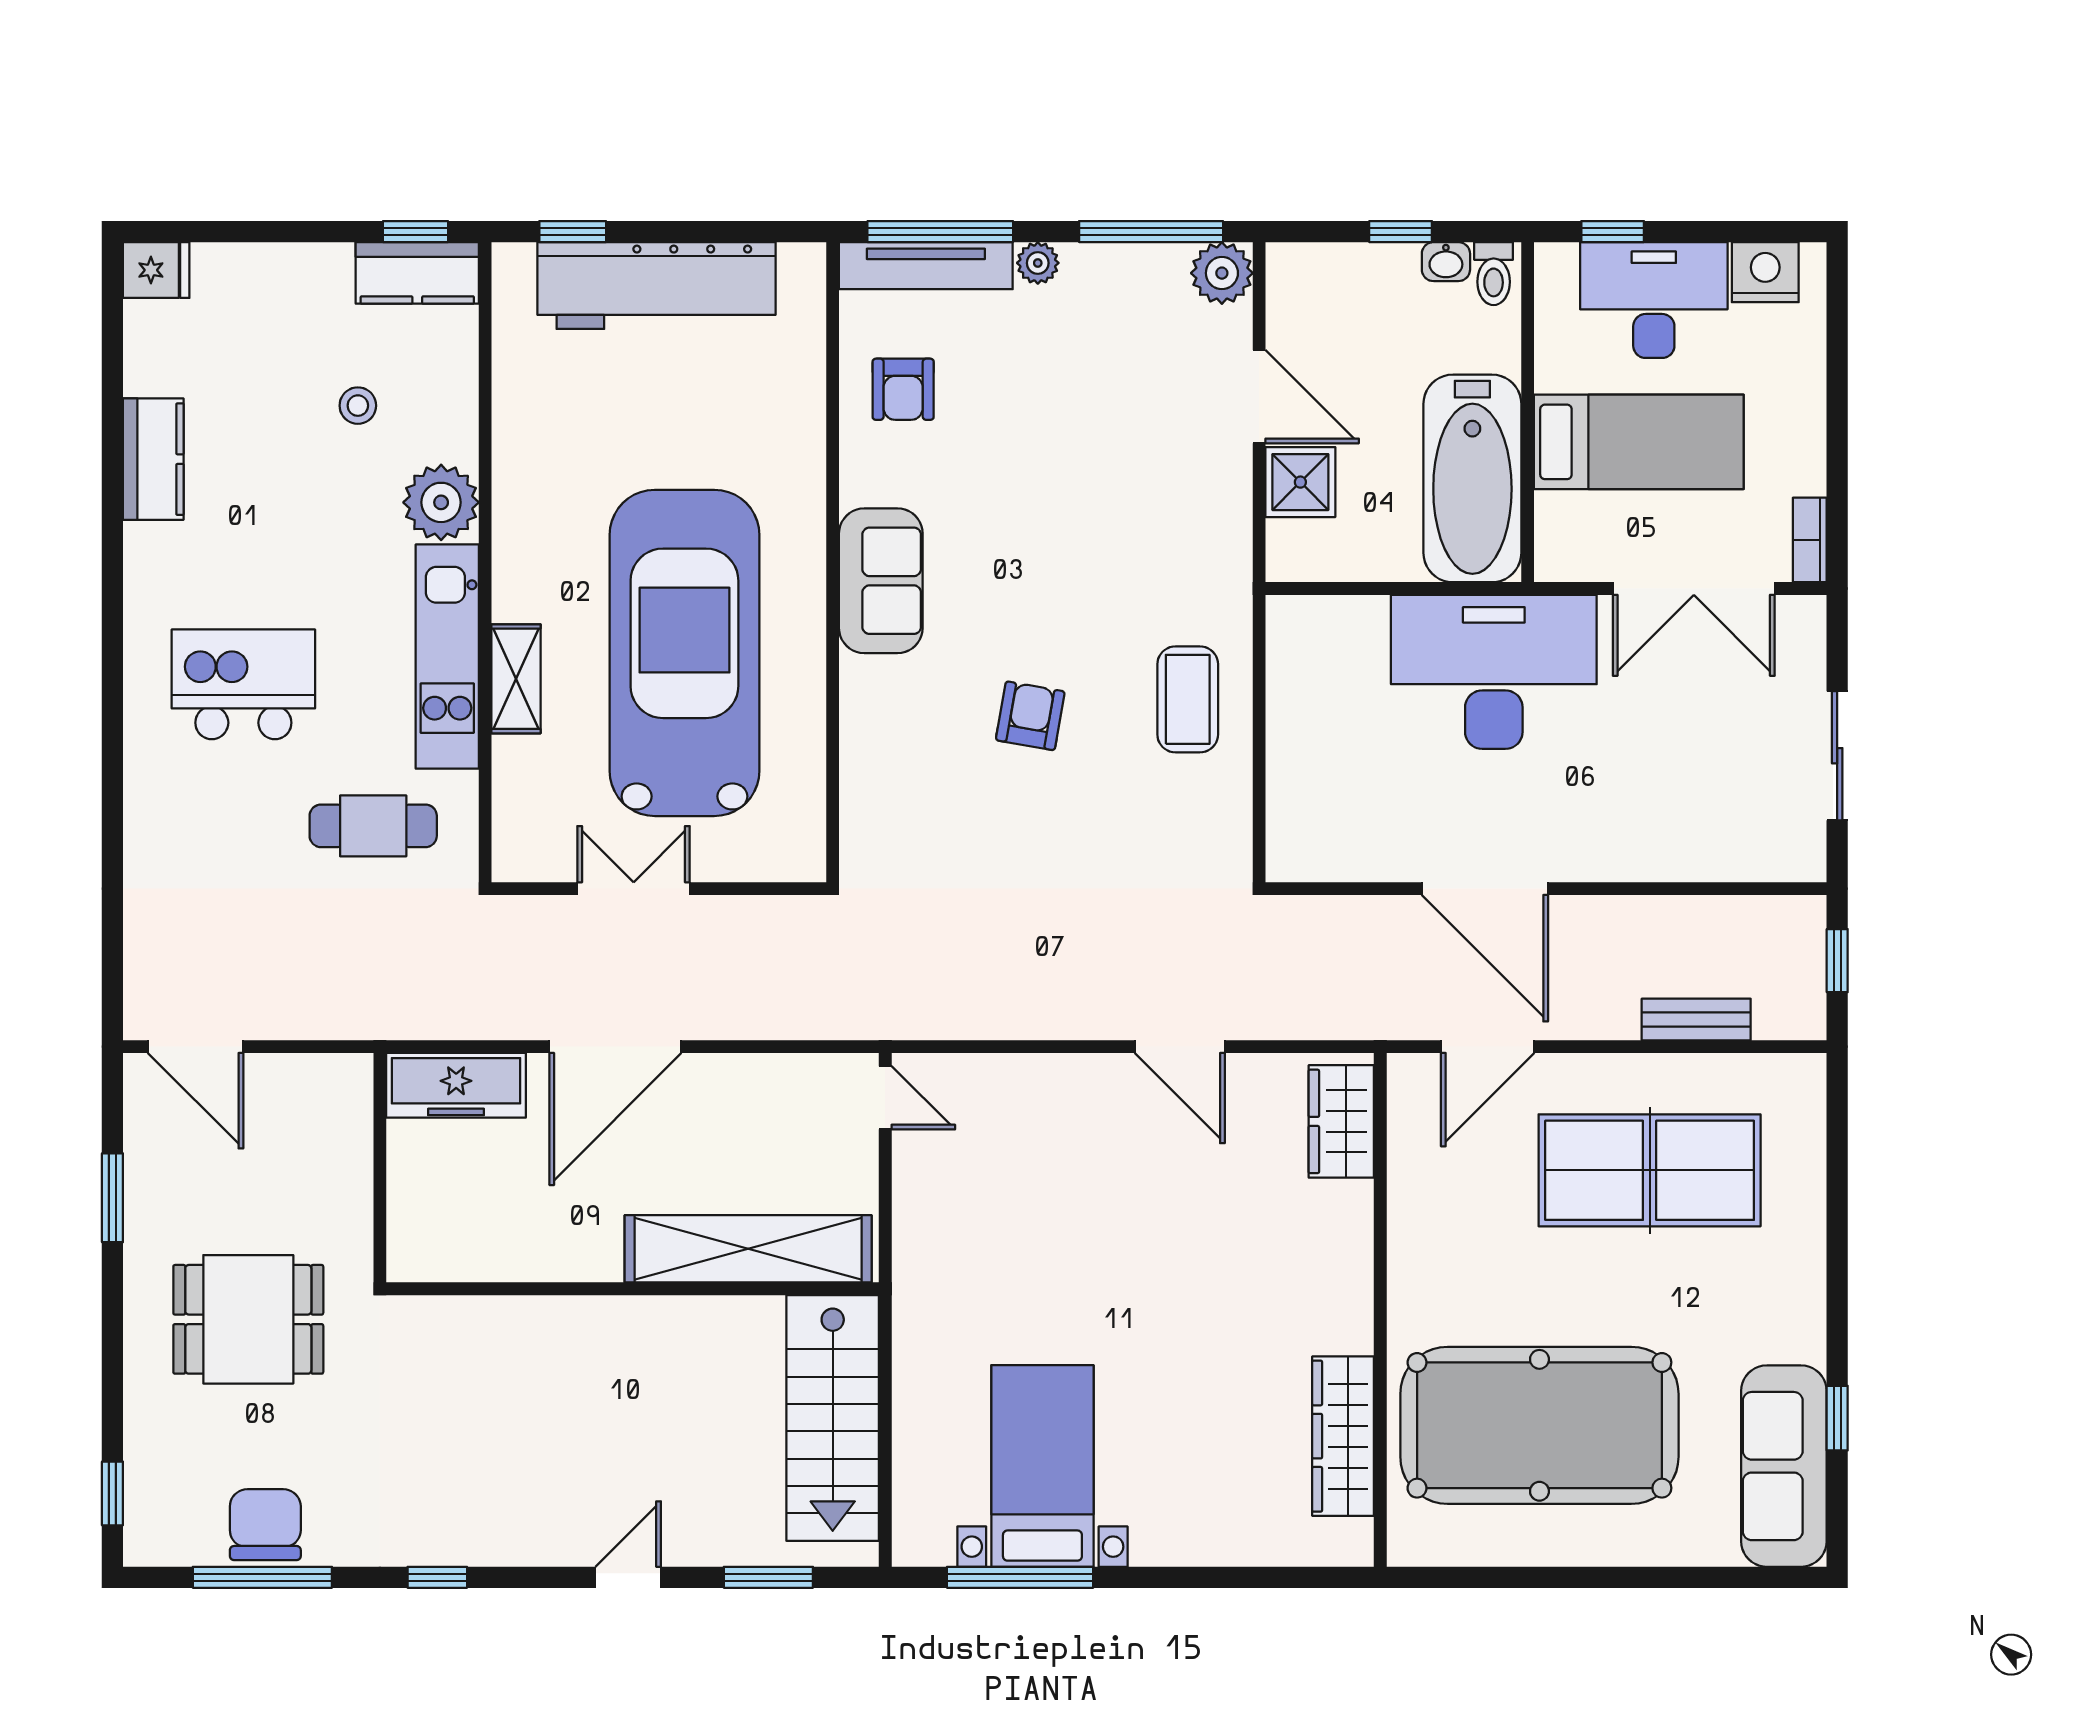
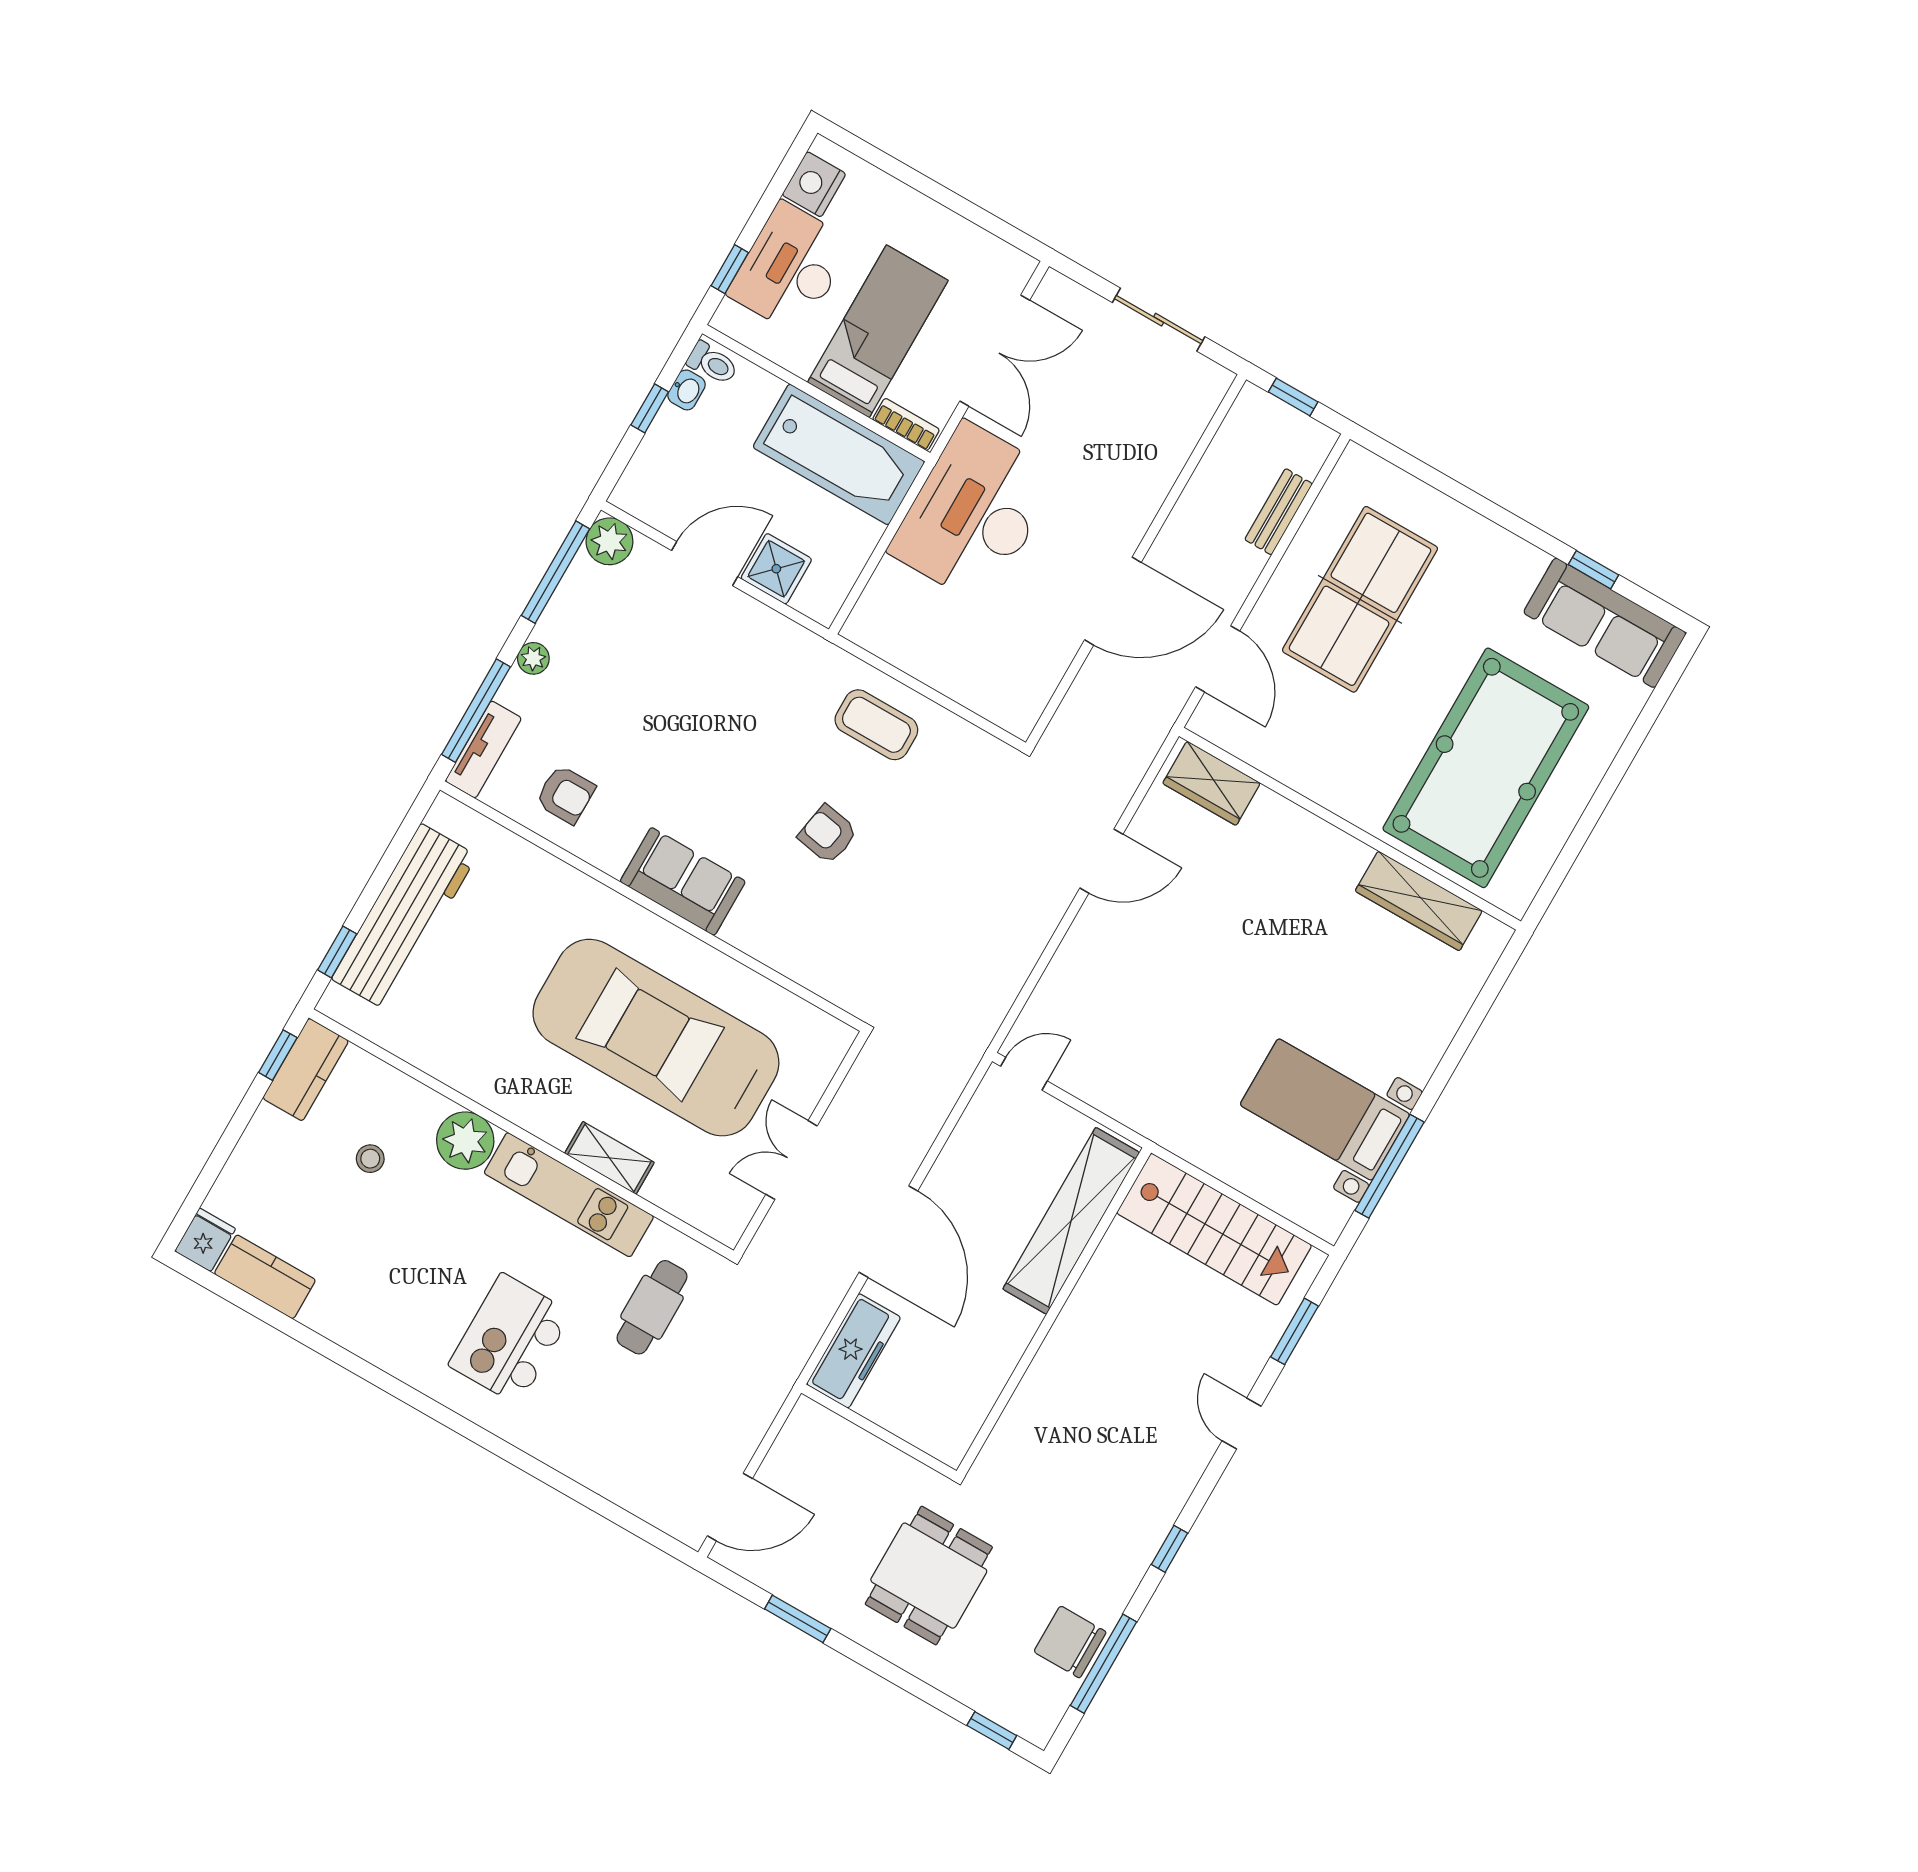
tv unit: (926, 266) -> (483, 749), width x0.71
kitchen counter: (153, 459) -> (265, 1277), moved
bookcase: (1810, 540) -> (906, 425), moved, turned 180

